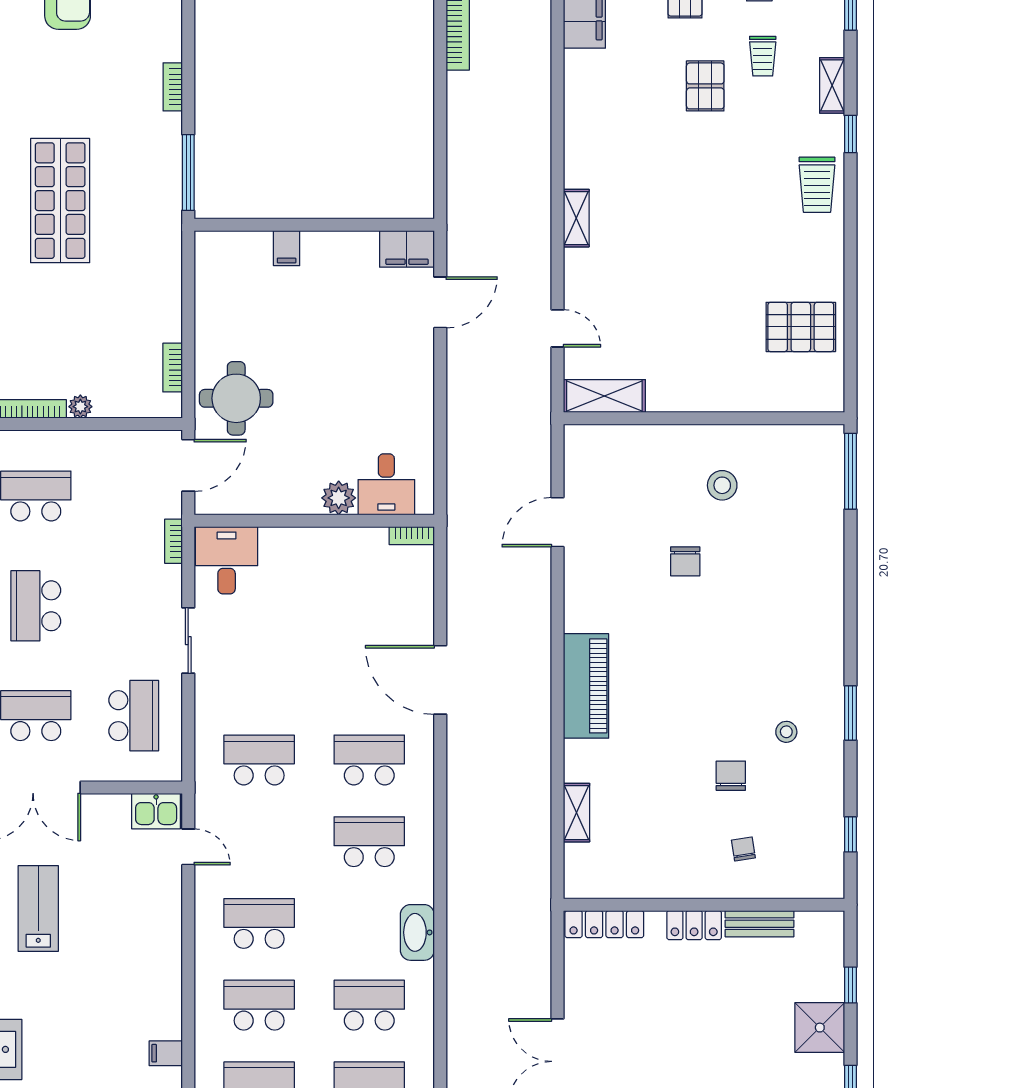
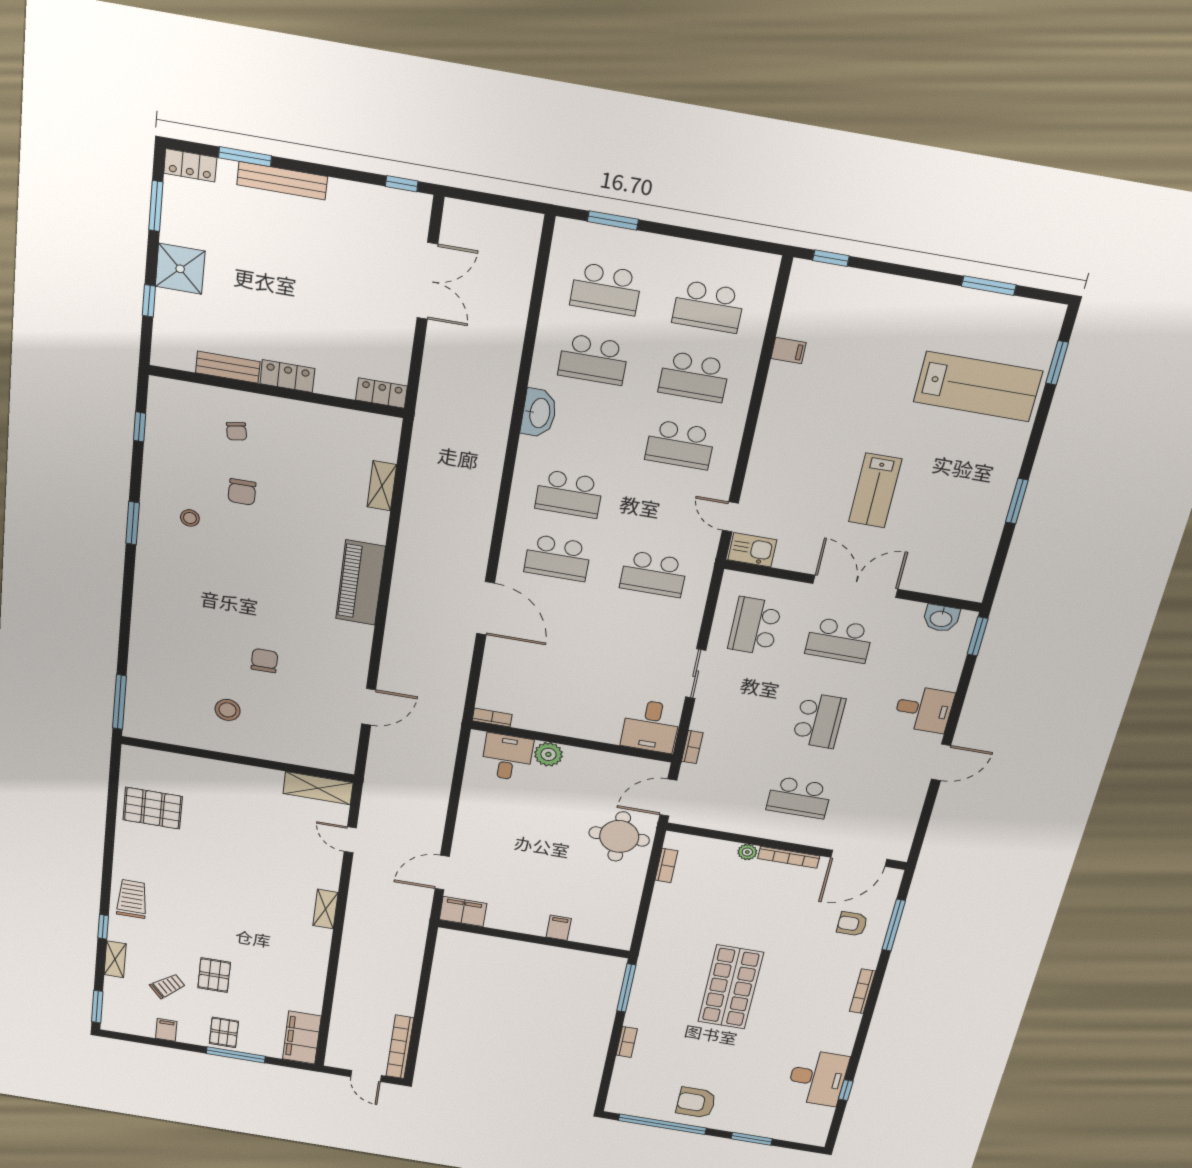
trolley: (763, 56) -> (168, 986), turned 50
locker: (604, 924) -> (381, 393), width x0.66

